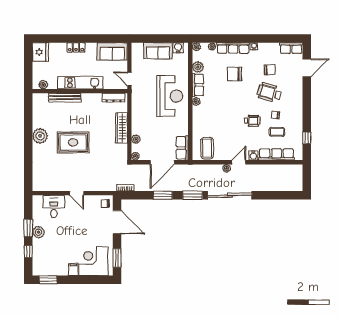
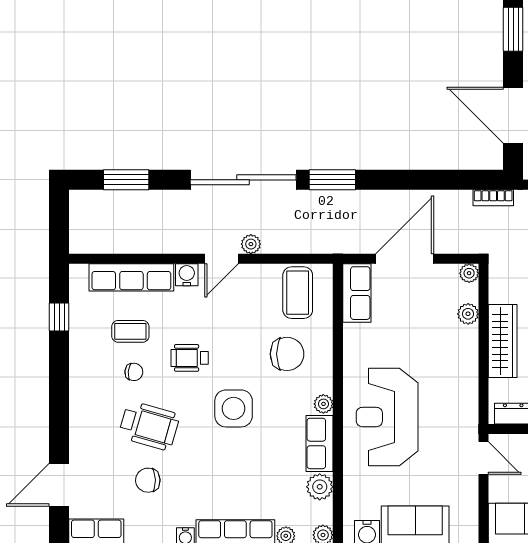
chair: (234, 74) -> (287, 354), moved
side table: (234, 100) -> (234, 408), added
window: (163, 195) -> (126, 180), moved

